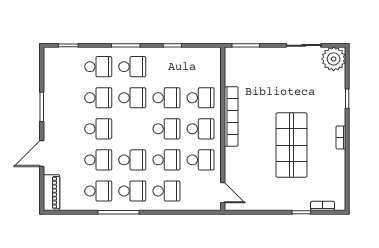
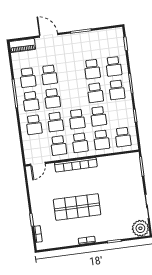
bookcase: (231, 116) -> (76, 165), moved
school desk: (98, 129) -> (123, 137), moved

